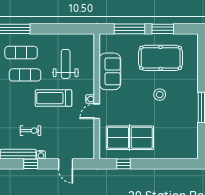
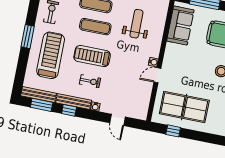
sofa: (110, 71) -> (180, 25), moved
treadmill: (53, 98) -> (92, 56), moved
window: (31, 164) -> (69, 110), moved

